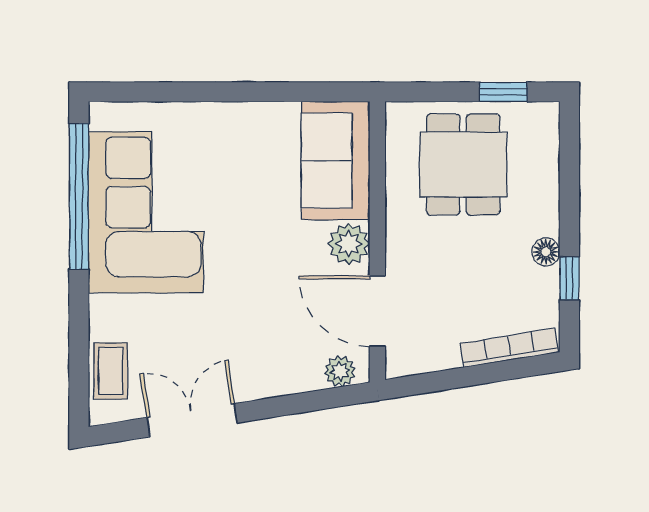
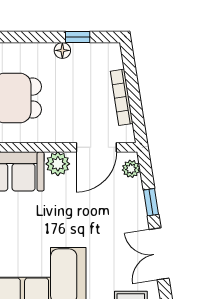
bookcase: (509, 348) -> (122, 97), moved
window: (282, 406) -> (151, 202), added

